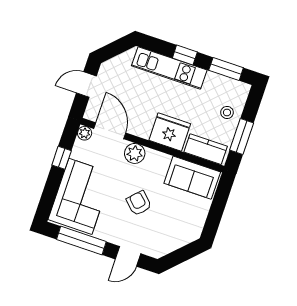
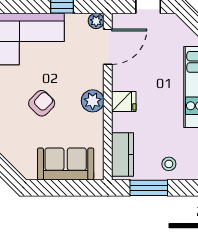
fridge: (170, 132) -> (124, 101), width x0.53, depth x0.75
plant: (135, 153) -> (93, 101), moved
sofa: (192, 178) -> (66, 164), moved, turned 90

